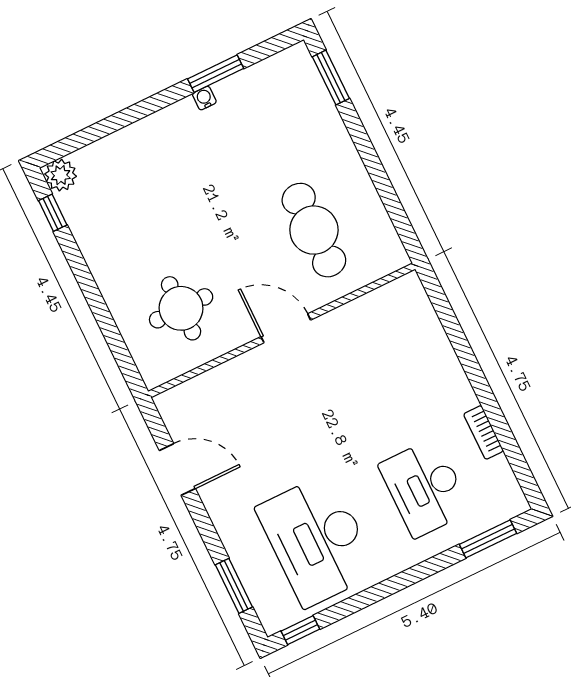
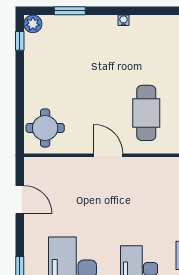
window: (216, 74) -> (70, 11), moved
round table: (181, 308) -> (45, 128), moved

